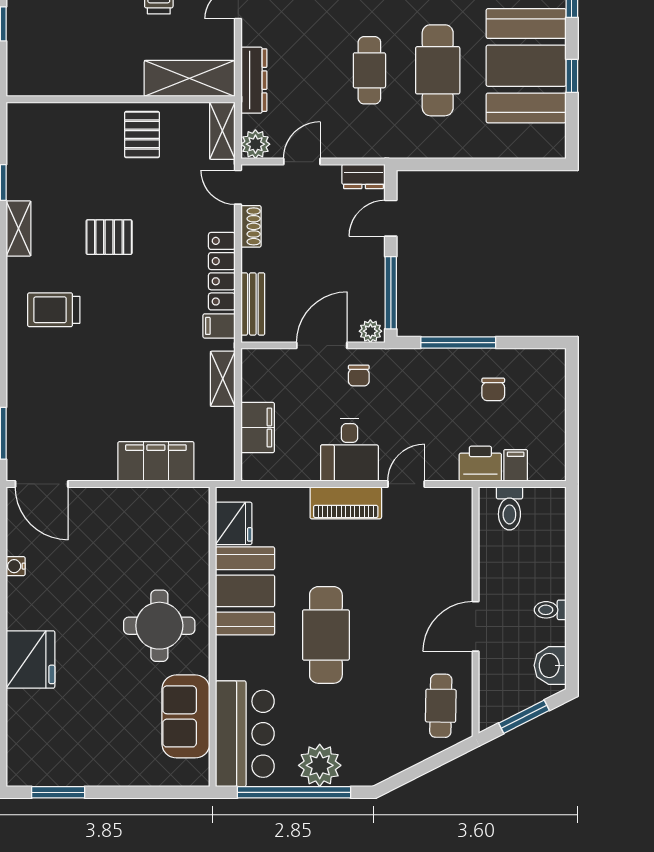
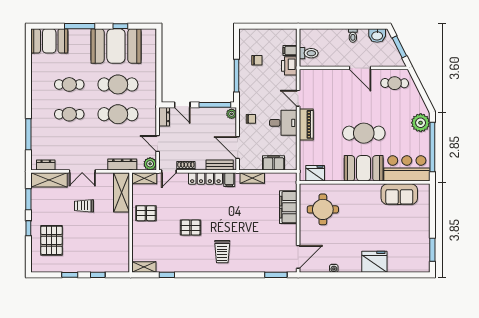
cafe table: (369, 70) -> (118, 114), width x1.37, depth x1.35
shelving: (19, 228) -> (144, 267), moved
pallet: (109, 237) -> (191, 228), turned 90
door: (322, 345) -> (238, 148), moved
booth: (245, 591) -> (364, 168), moved
round table: (159, 626) -> (323, 209), moved
plant: (320, 765) -> (421, 123), moved

